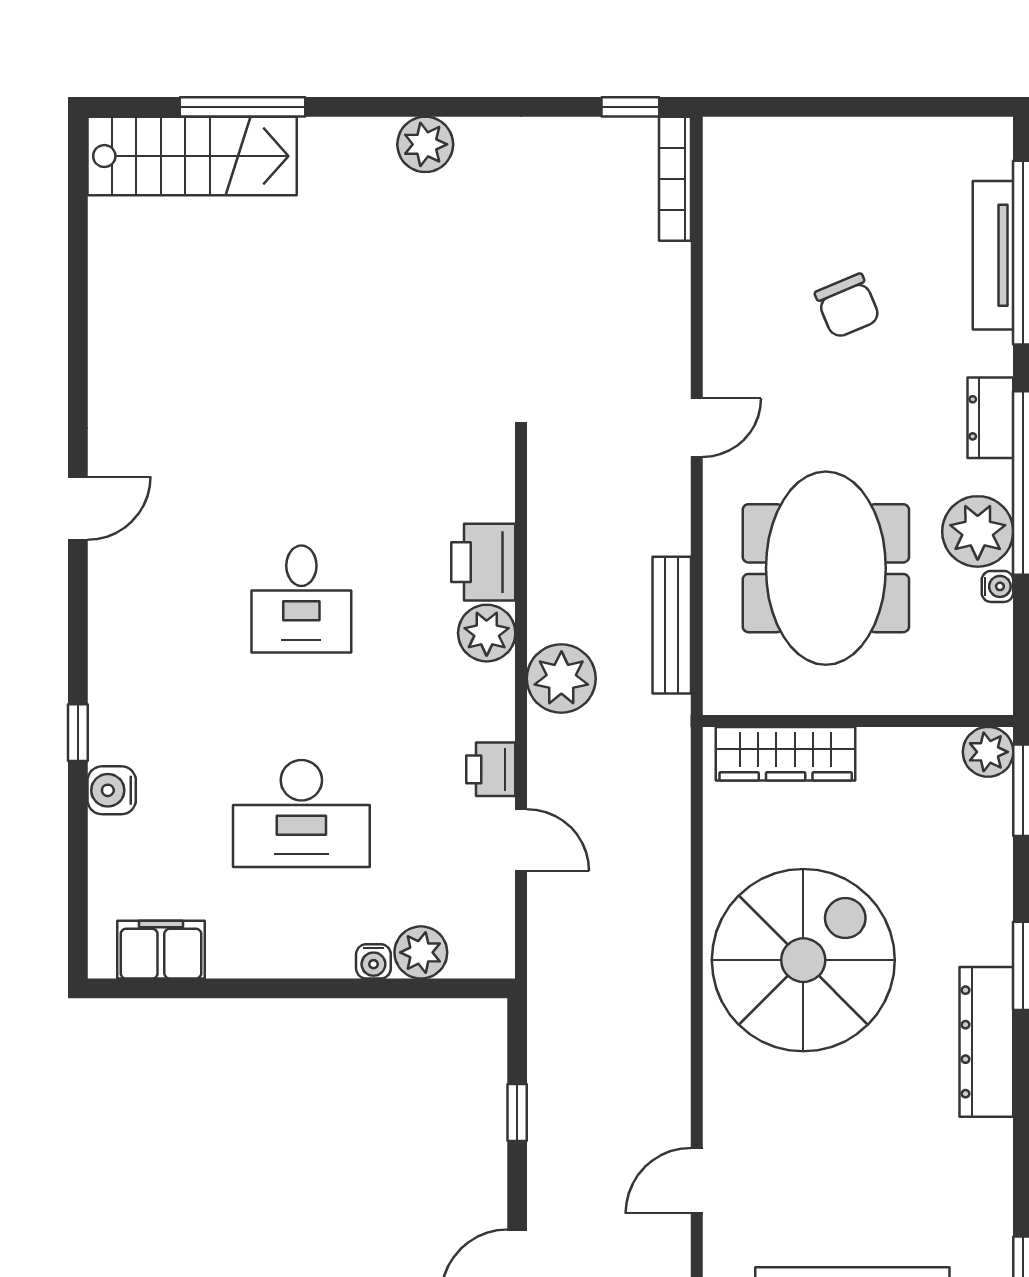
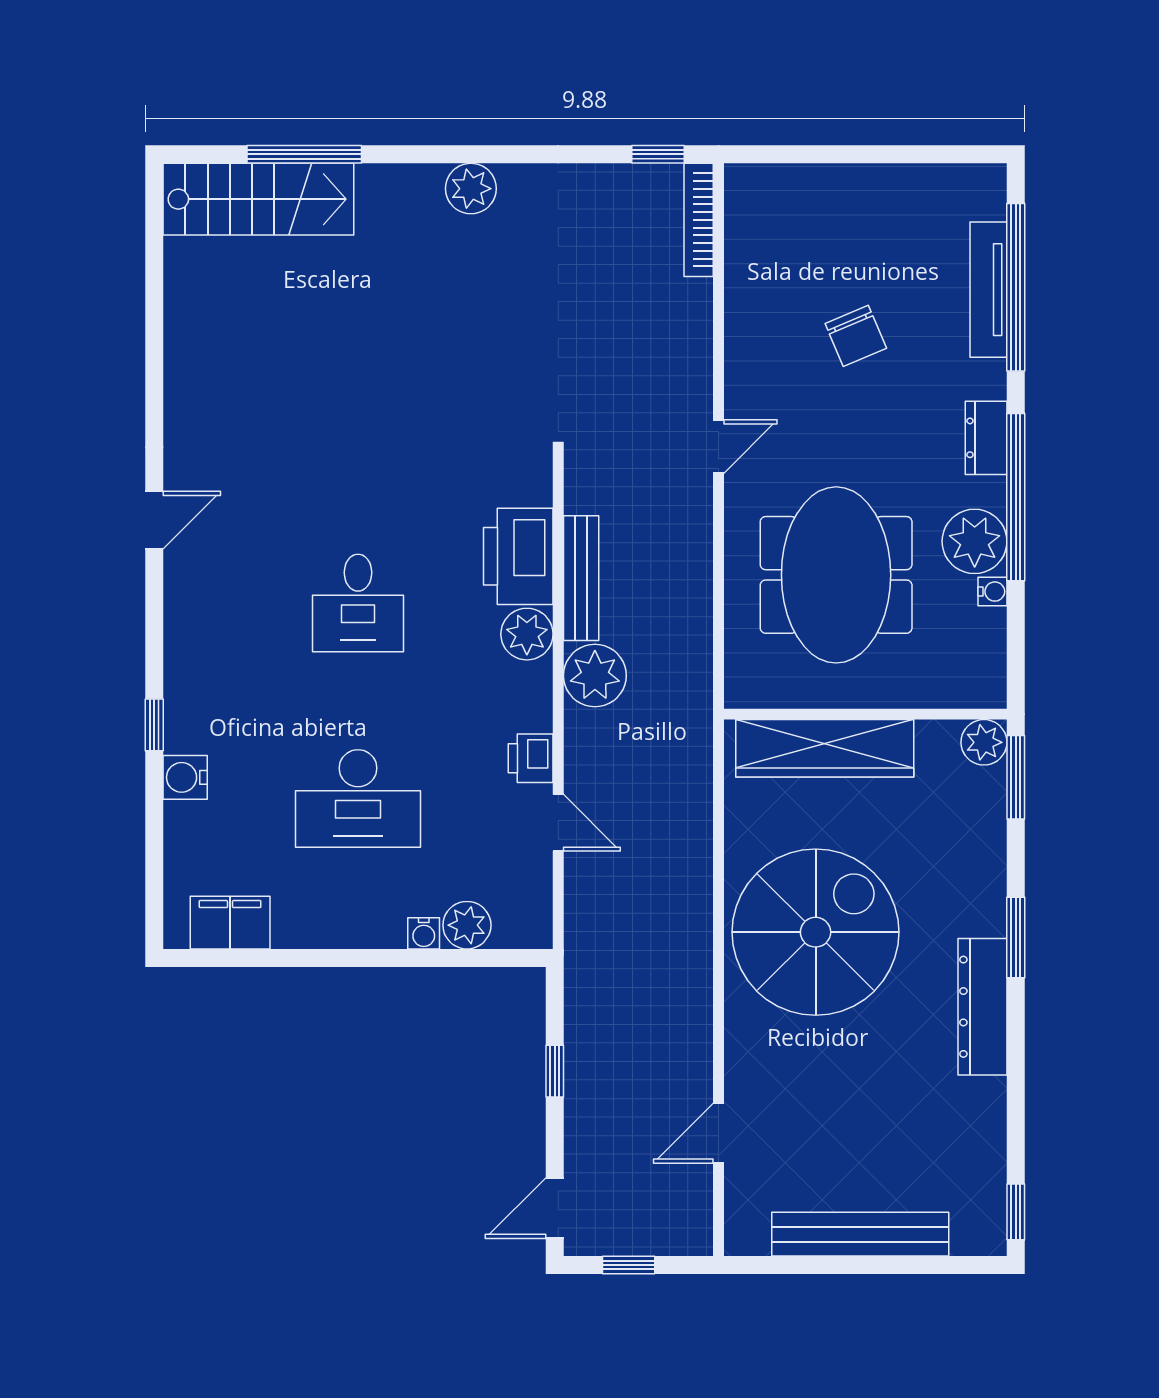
printer: (483, 562) -> (518, 556), width x1.37, depth x1.19
bench: (672, 625) -> (581, 578), moved
wardrobe: (786, 754) -> (825, 748), width x1.40, depth x1.17

